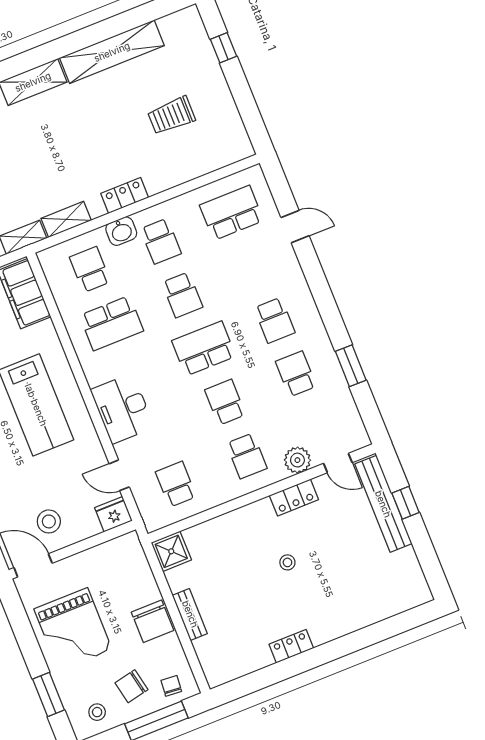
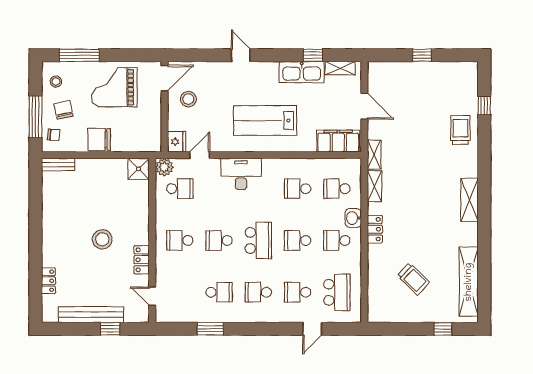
shelving: (112, 52) -> (469, 282), moved
trolley: (171, 116) -> (413, 279), turned 134
school desk: (253, 267) -> (298, 292), added
school desk: (90, 269) -> (337, 189), turned 180
school desk: (111, 323) -> (298, 189), width x0.54
school desk: (225, 402) -> (219, 240), turned 180
plant: (297, 460) -> (164, 167), moved
door: (338, 463) -> (152, 296), hinge flipped
bench: (383, 504) -> (91, 315), moved
stool: (287, 562) -> (102, 239), width x1.89, depth x1.89
bench: (190, 614) -> (58, 165), moved
locker: (291, 646) -> (48, 281), moved
window: (48, 694) -> (79, 55), width x1.44

